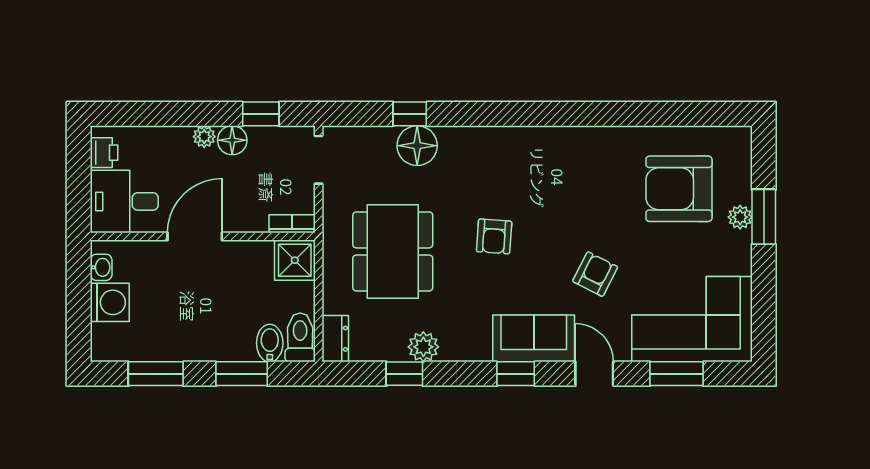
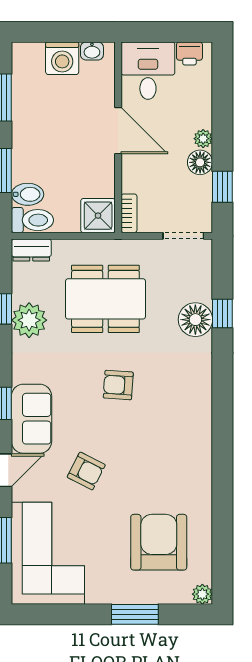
plant: (740, 217) -> (202, 594), moved
plant: (423, 347) -> (29, 320), width x1.36, depth x1.36

